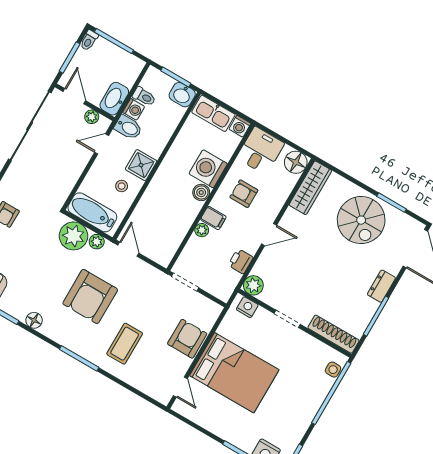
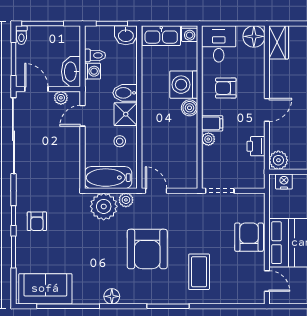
bidet: (128, 127) -> (125, 93), moved, turned 180
wardrobe: (310, 188) -> (279, 42), width x0.67

